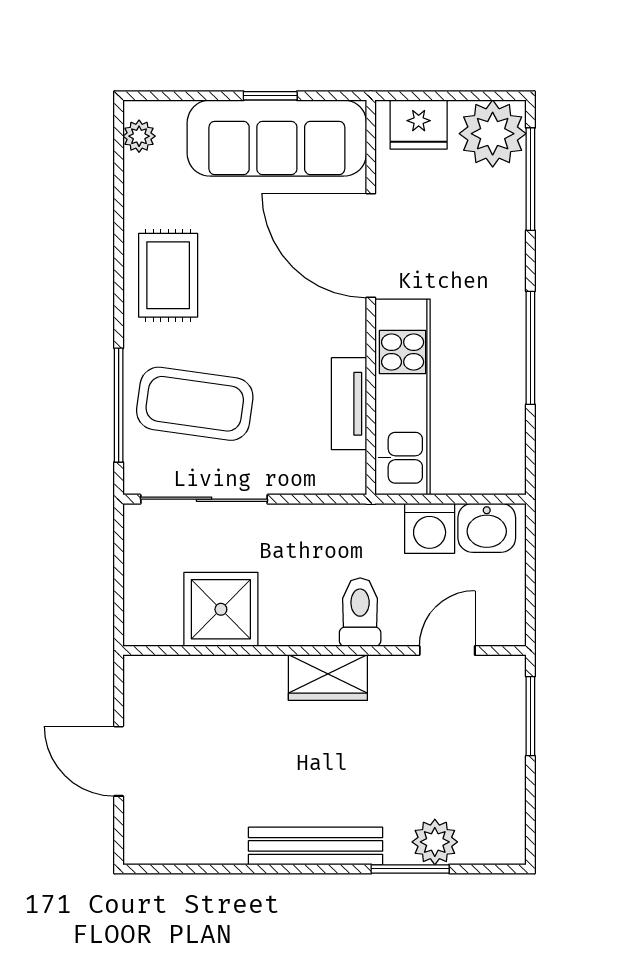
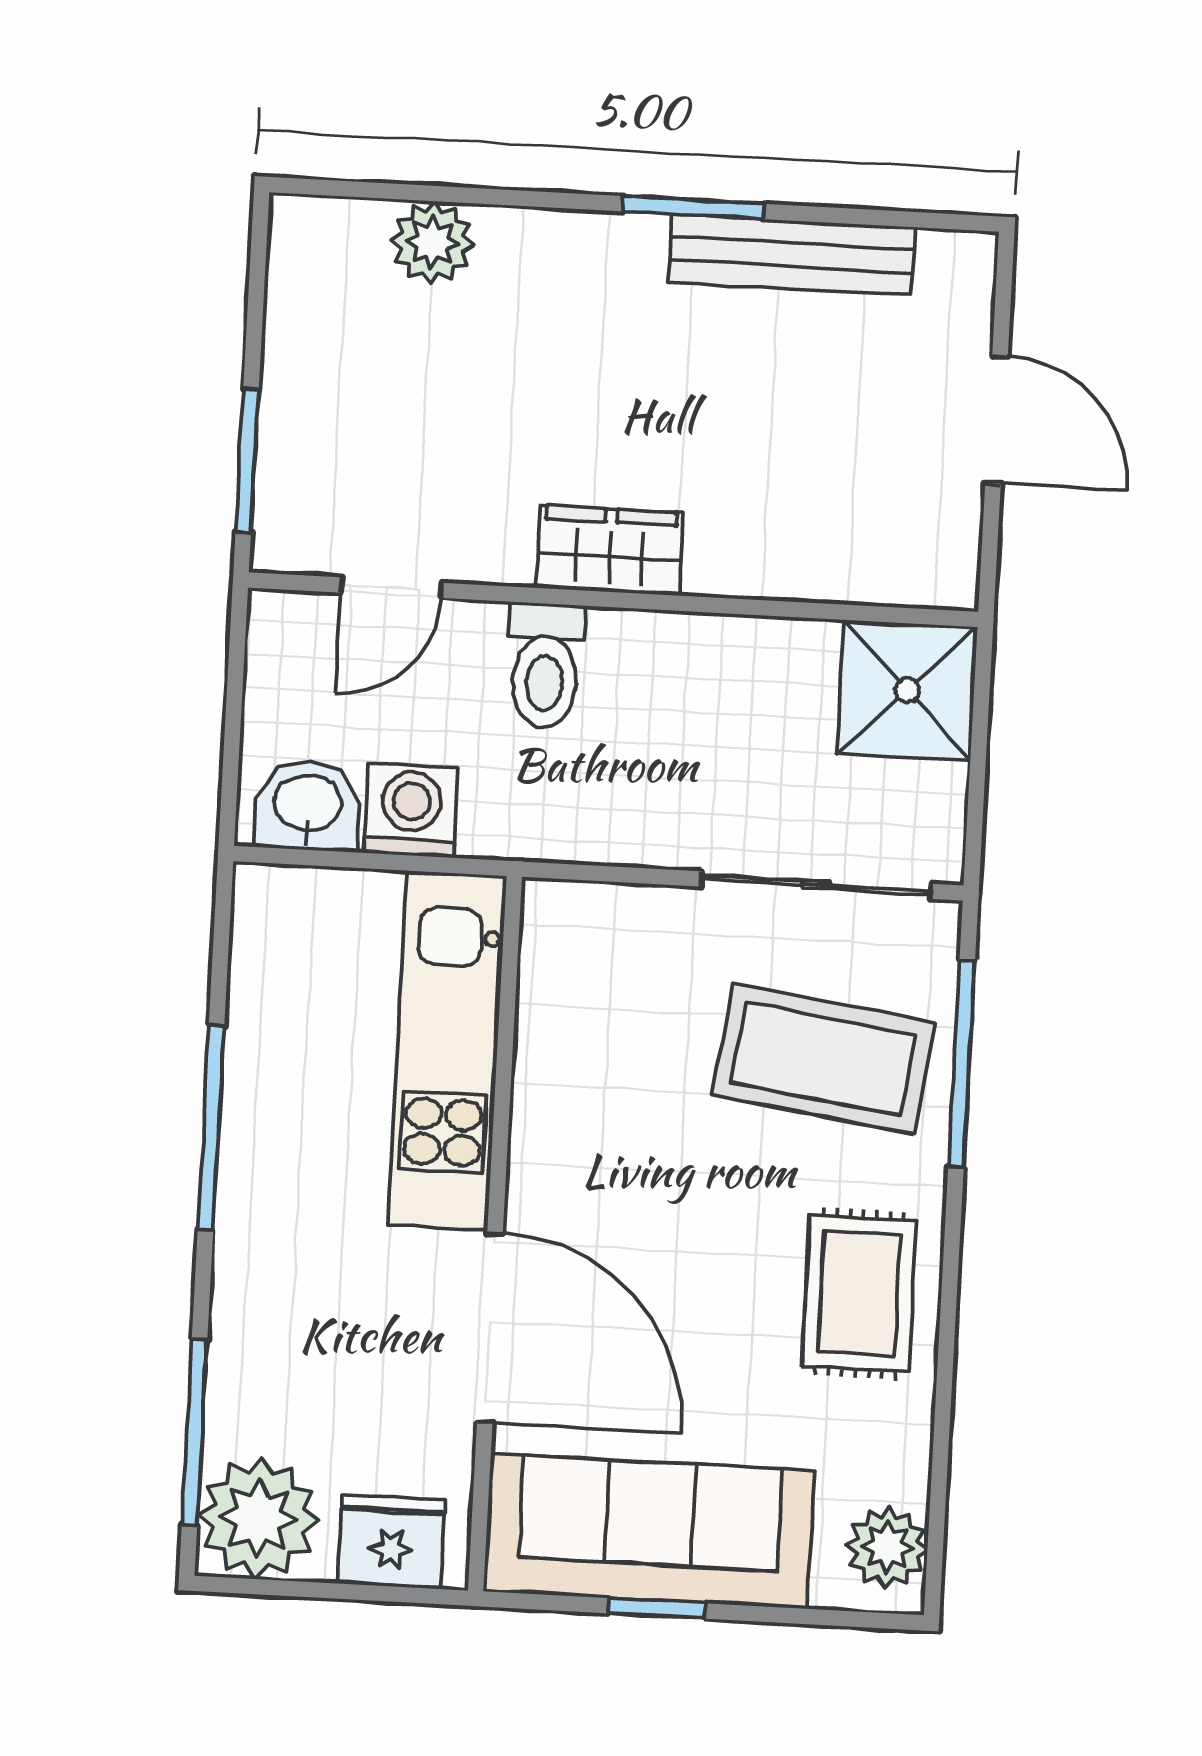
plant: (139, 136) -> (887, 1548), width x1.38, depth x1.38
tv unit: (349, 404) -> (545, 1044), removed
shower: (221, 609) -> (907, 690), moved
bench: (316, 846) -> (792, 255), moved
window: (410, 869) -> (693, 208), moved

